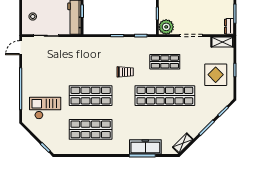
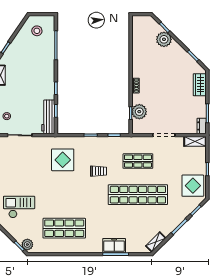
plant: (166, 27) -> (139, 112), moved
display table: (89, 60) -> (63, 160), added
display table: (216, 75) -> (193, 186), moved
shop shelf: (91, 96) -> (64, 195), removed
plant: (53, 146) -> (27, 245), added
freezer: (145, 147) -> (114, 246), width x0.71

